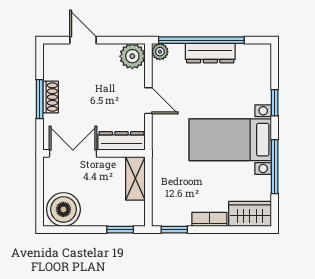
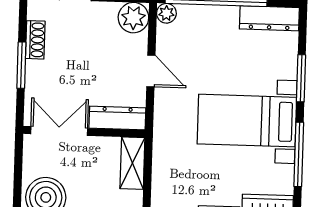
dresser: (210, 53) -> (269, 18), moved
shoe rack: (51, 97) -> (35, 40), moved
window: (275, 103) -> (301, 78), width x1.50

